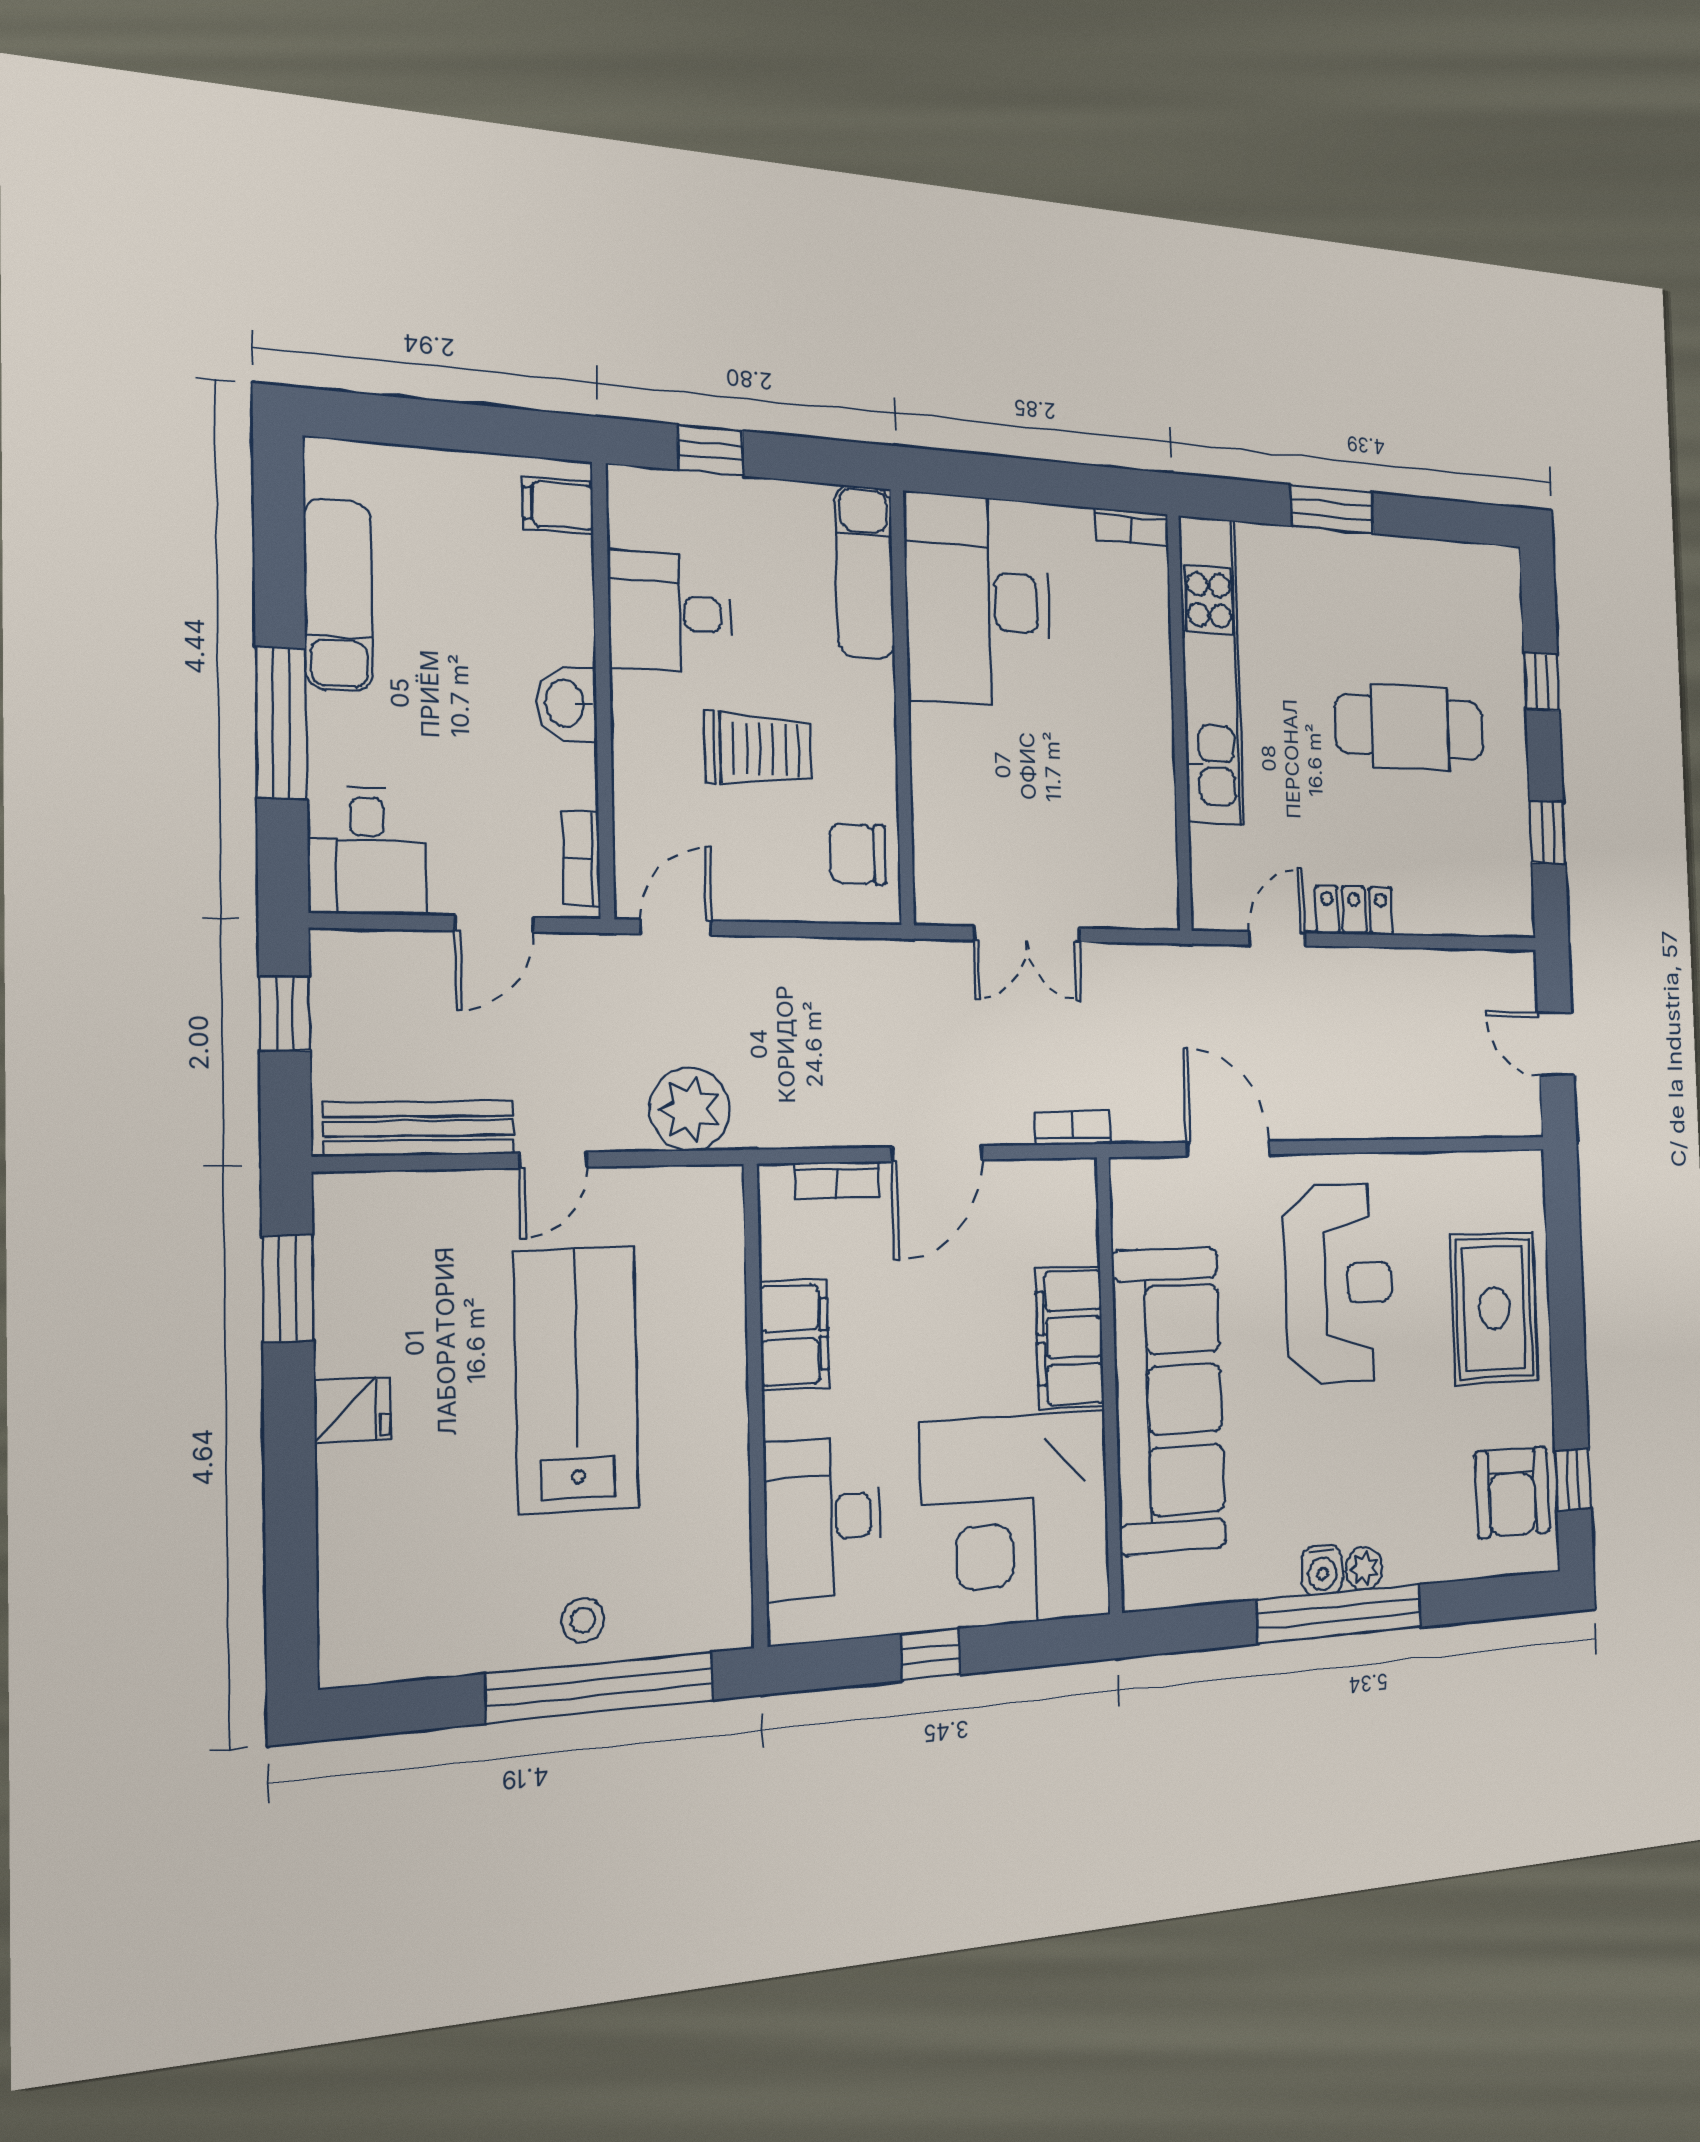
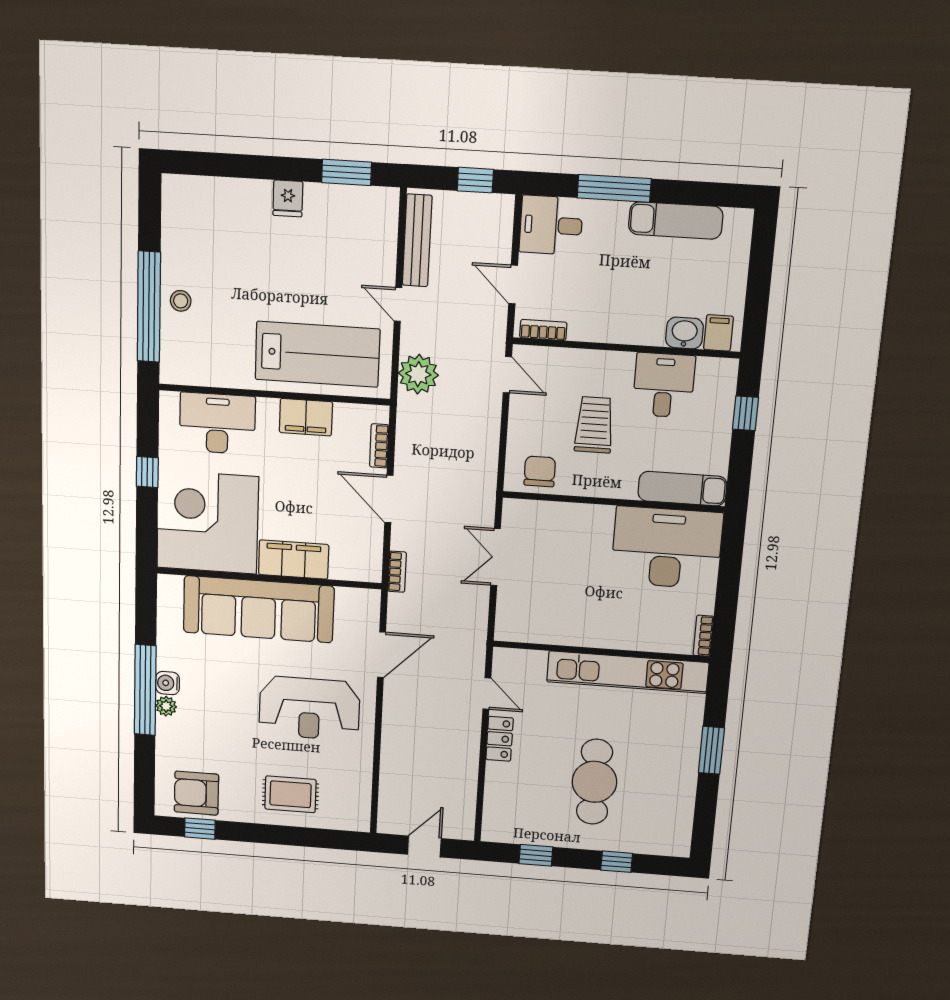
washbasin: (566, 703) -> (684, 333), moved
trolley: (759, 749) -> (594, 425), turned 180
rug: (1494, 1308) -> (290, 794), width x0.73, depth x0.70
lab bench: (577, 1379) -> (317, 354), moved

